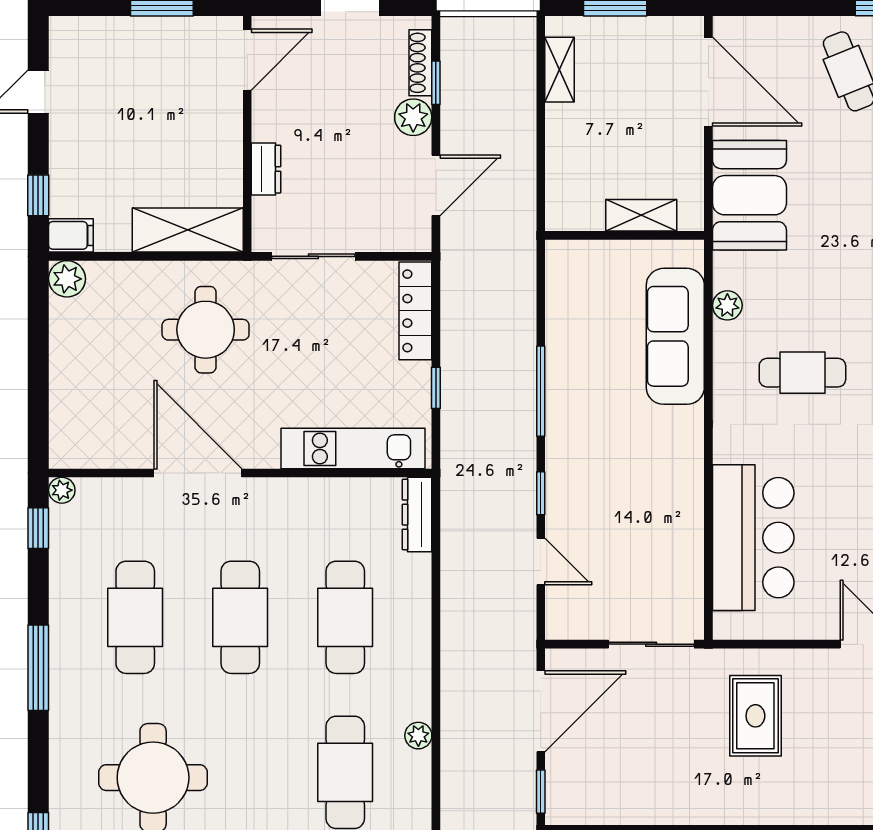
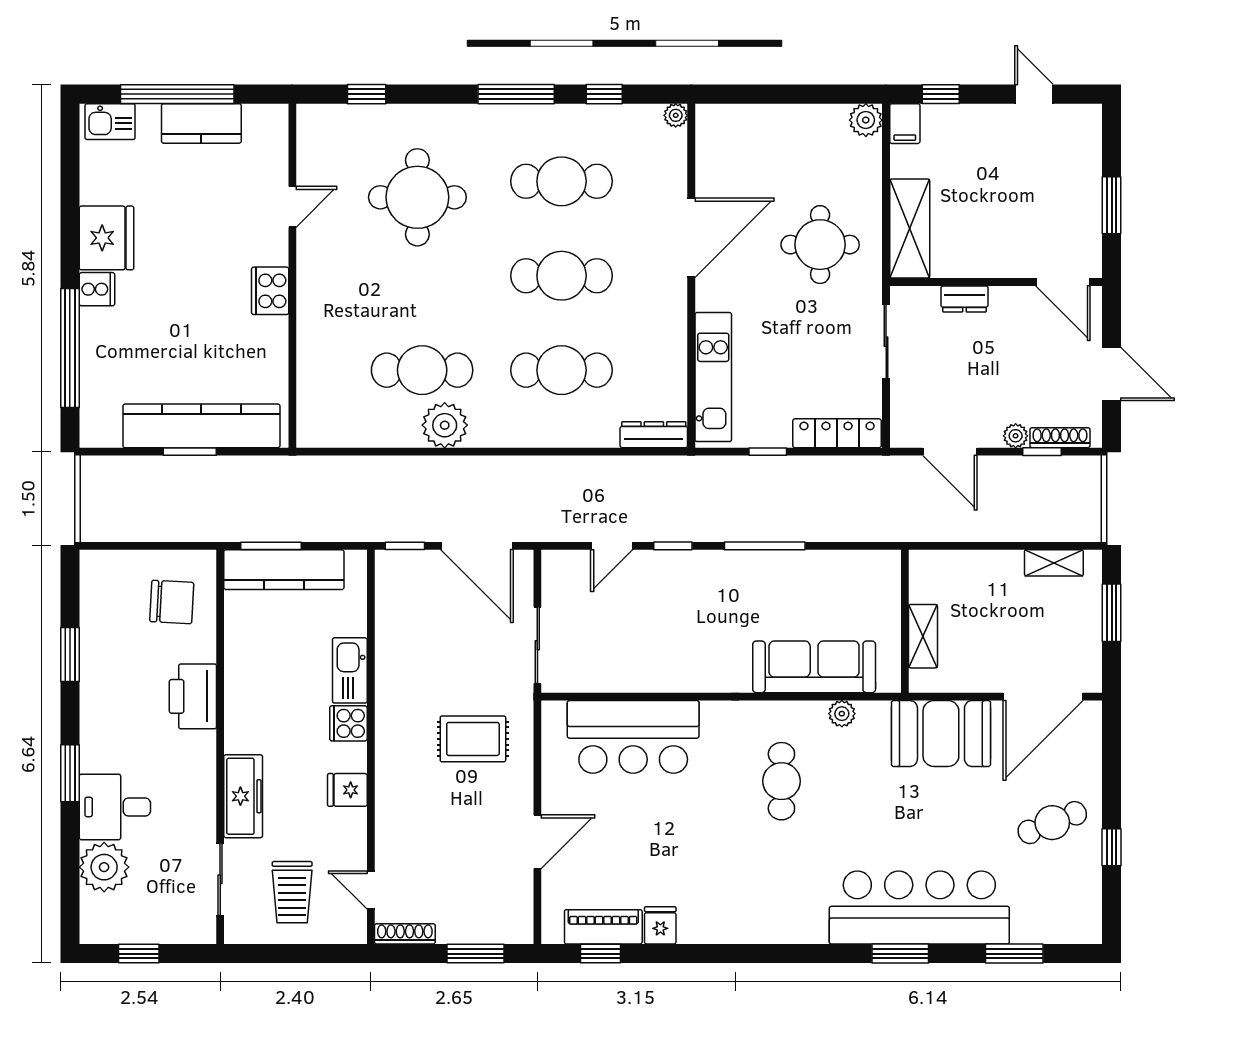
plant: (413, 117) -> (1016, 436), width x0.73, depth x0.73
window: (38, 528) -> (604, 94), moved
plant: (418, 736) -> (445, 425), width x1.88, depth x1.88

